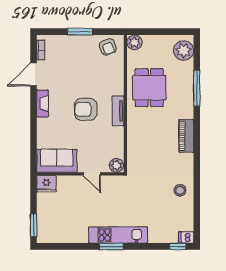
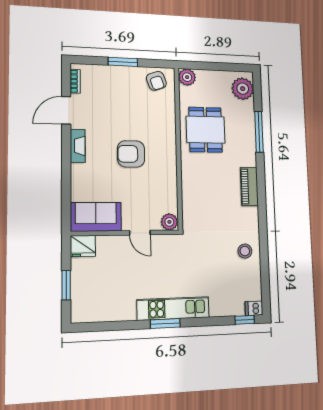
tv unit: (118, 111) -> (170, 156), removed
window: (34, 225) -> (66, 285), moved

